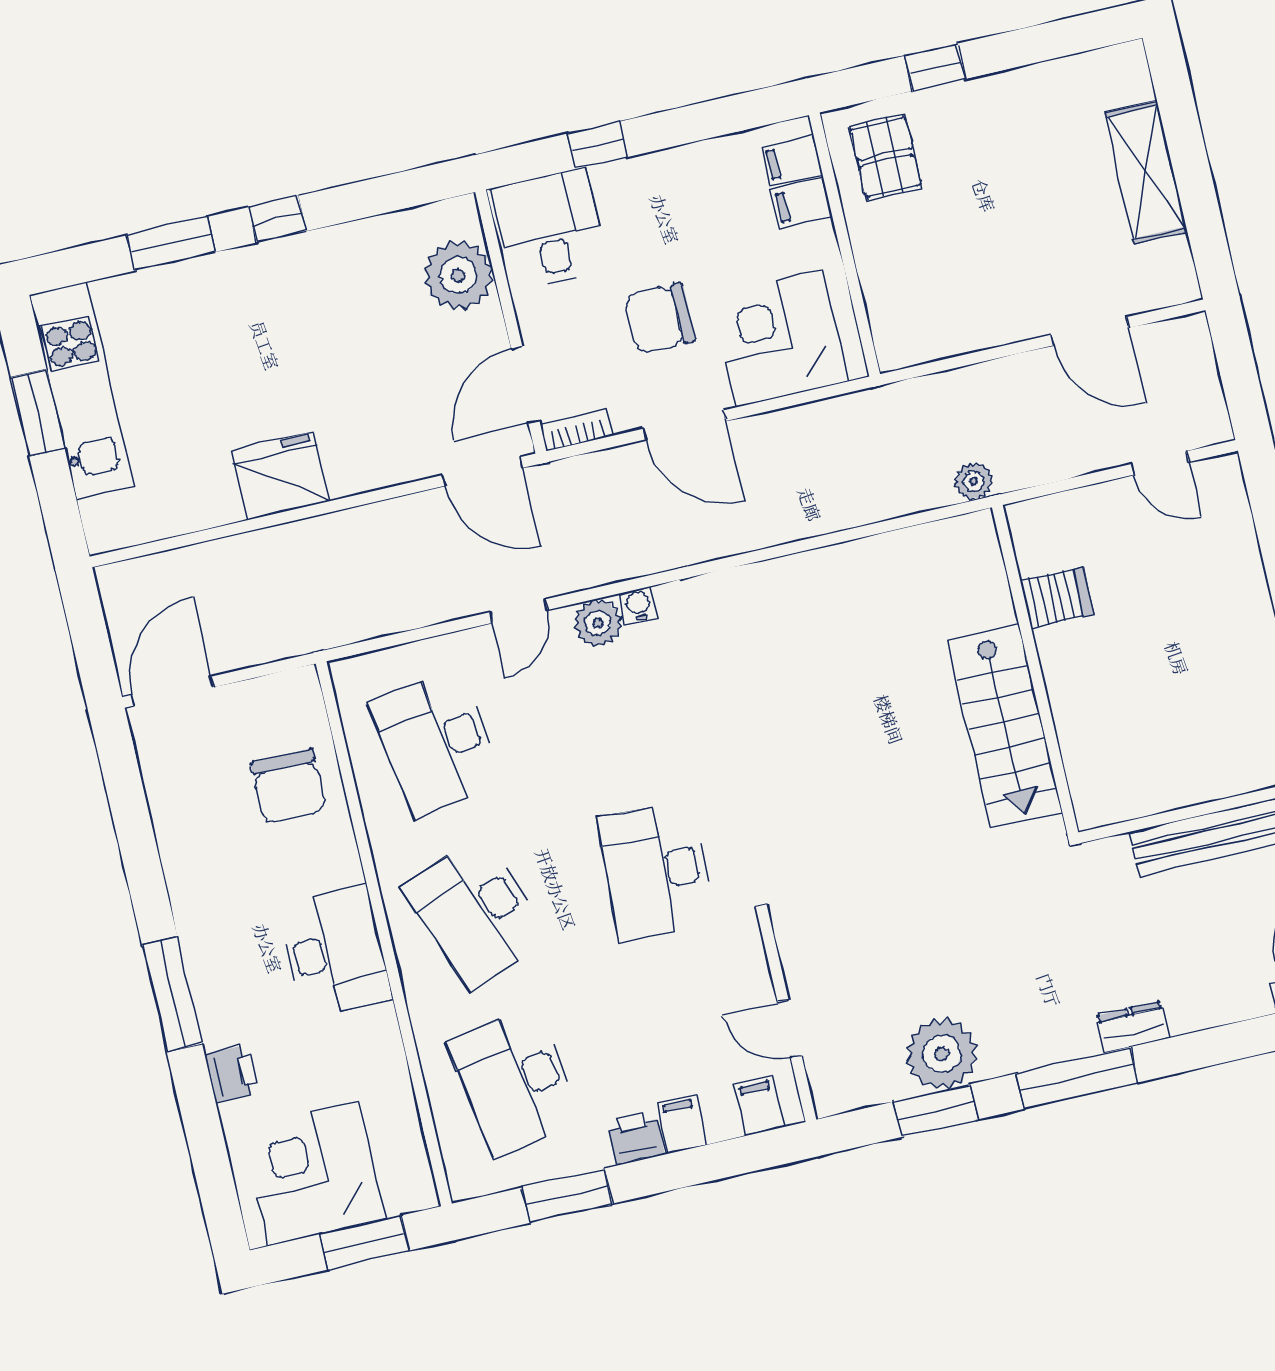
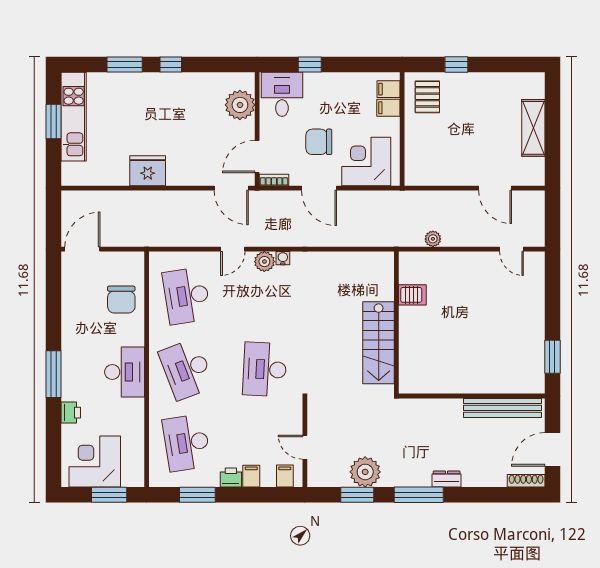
server rack: (1057, 598) -> (412, 295), moved
wall: (1035, 670) -> (396, 323), moved
stairs: (1005, 726) -> (379, 343), moved

